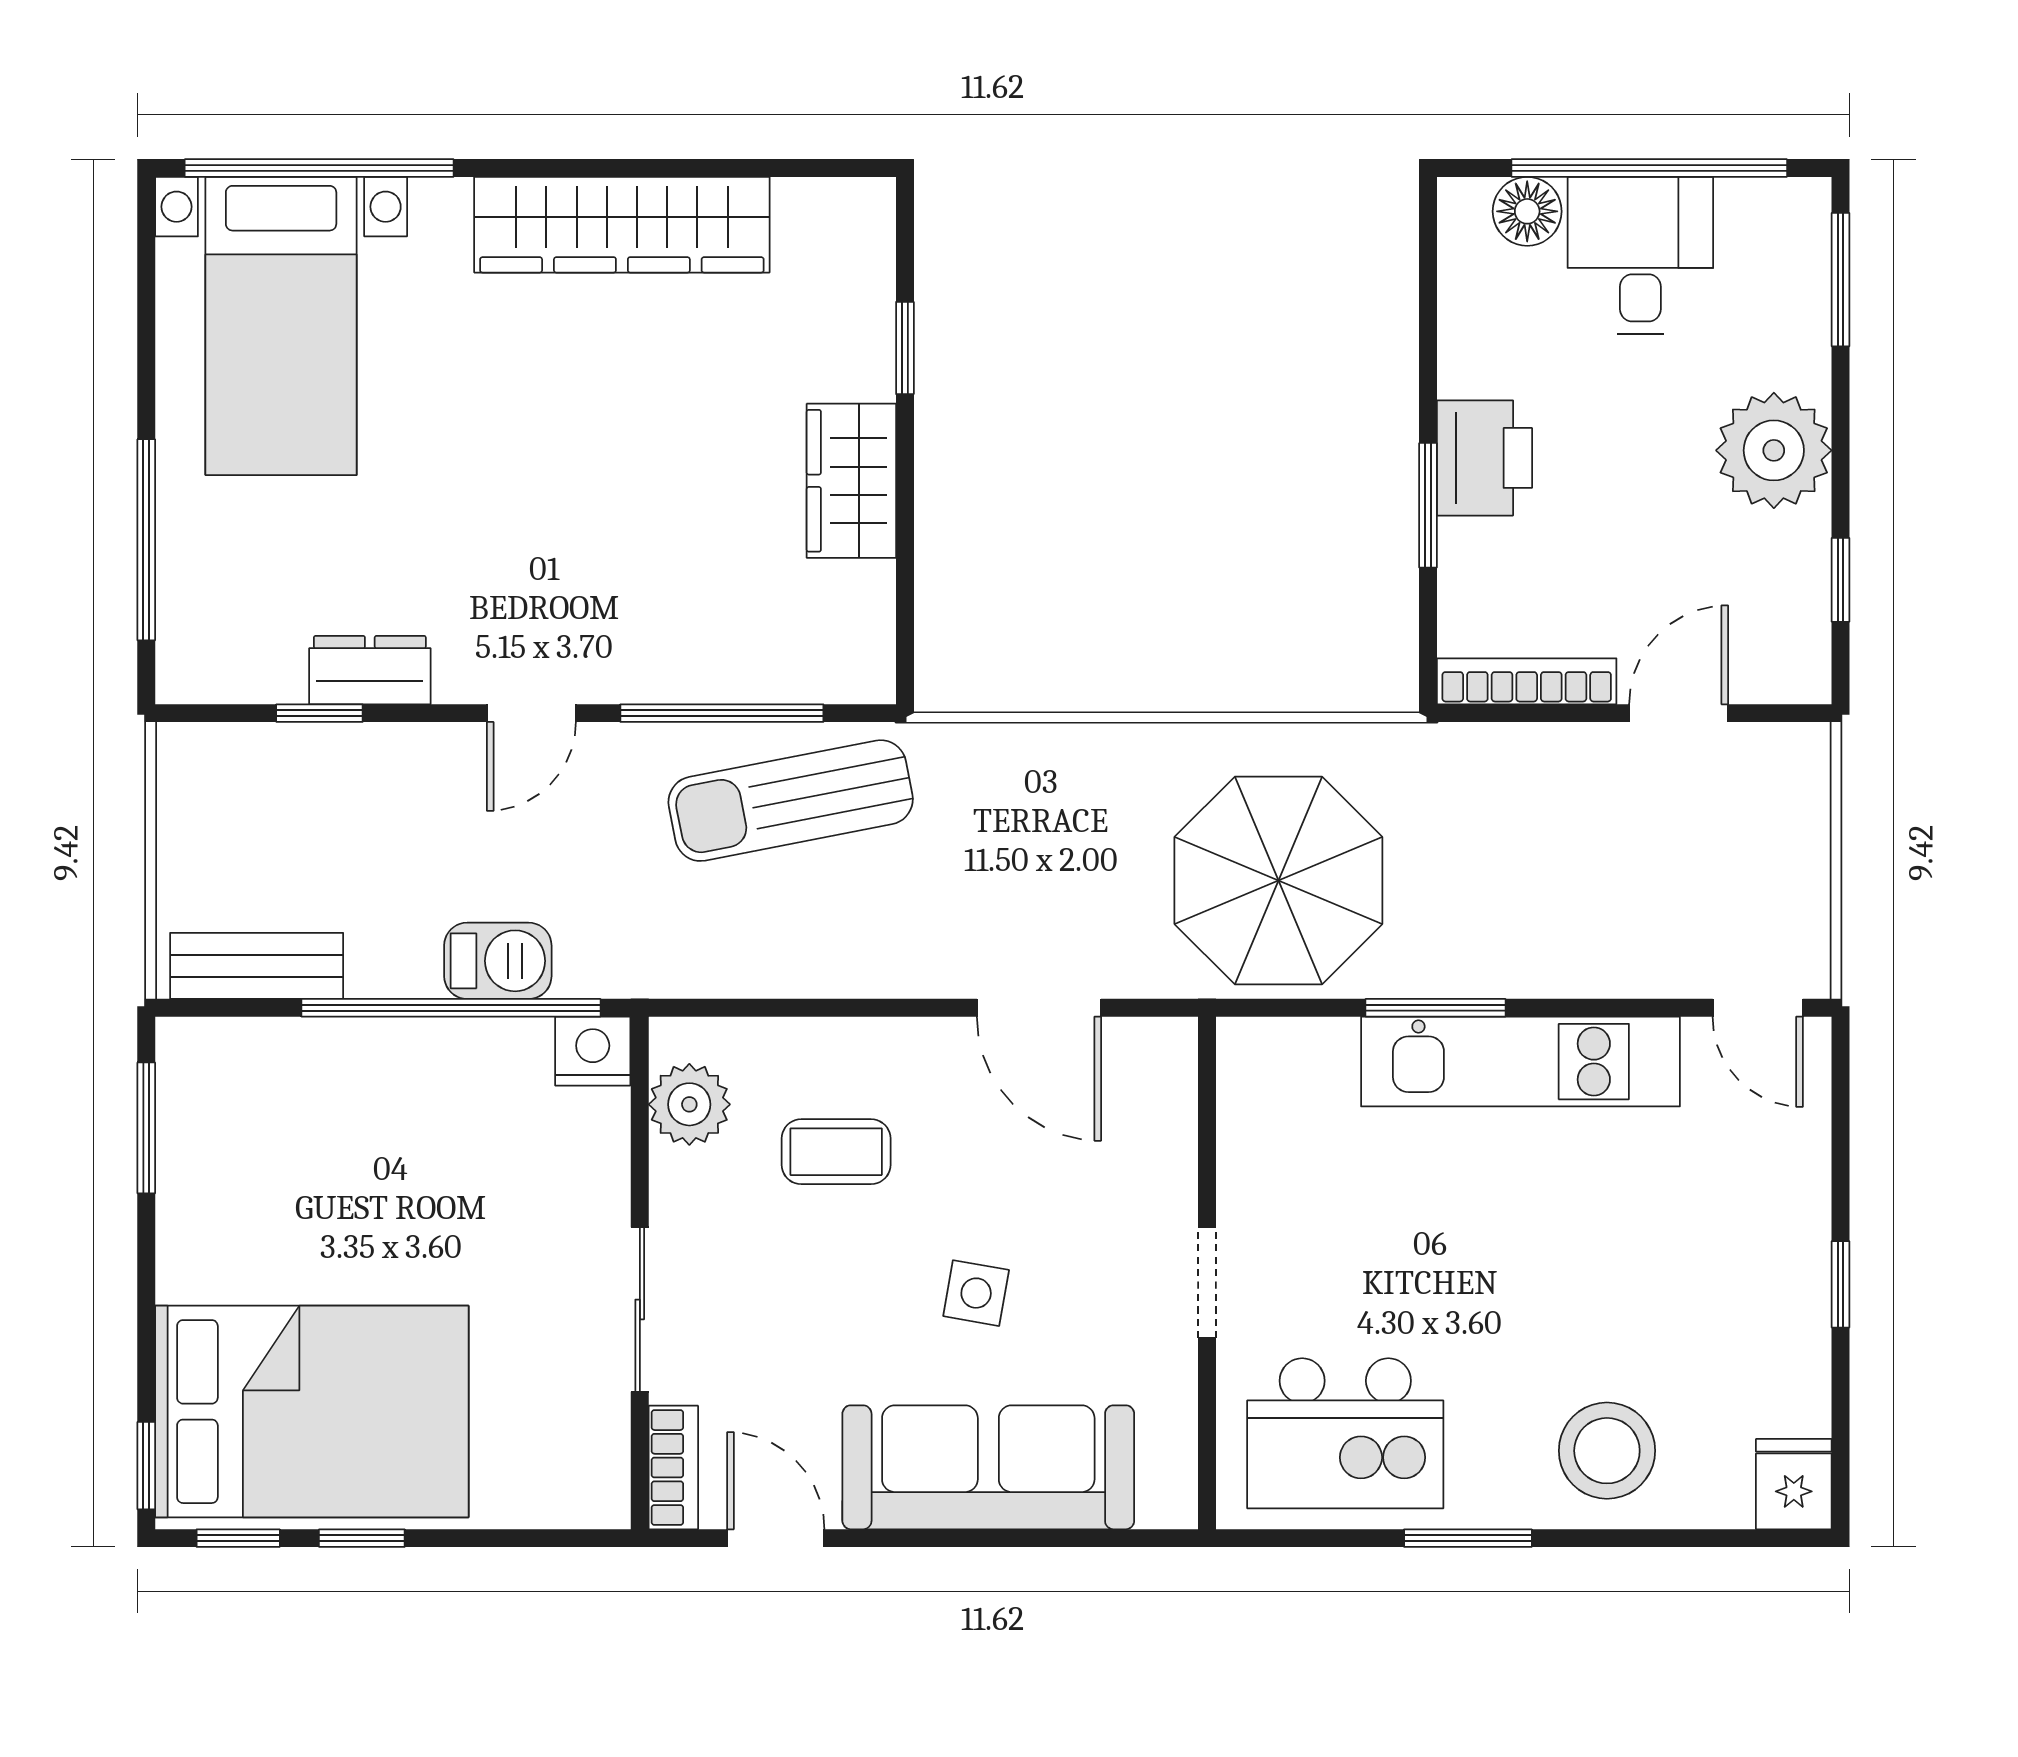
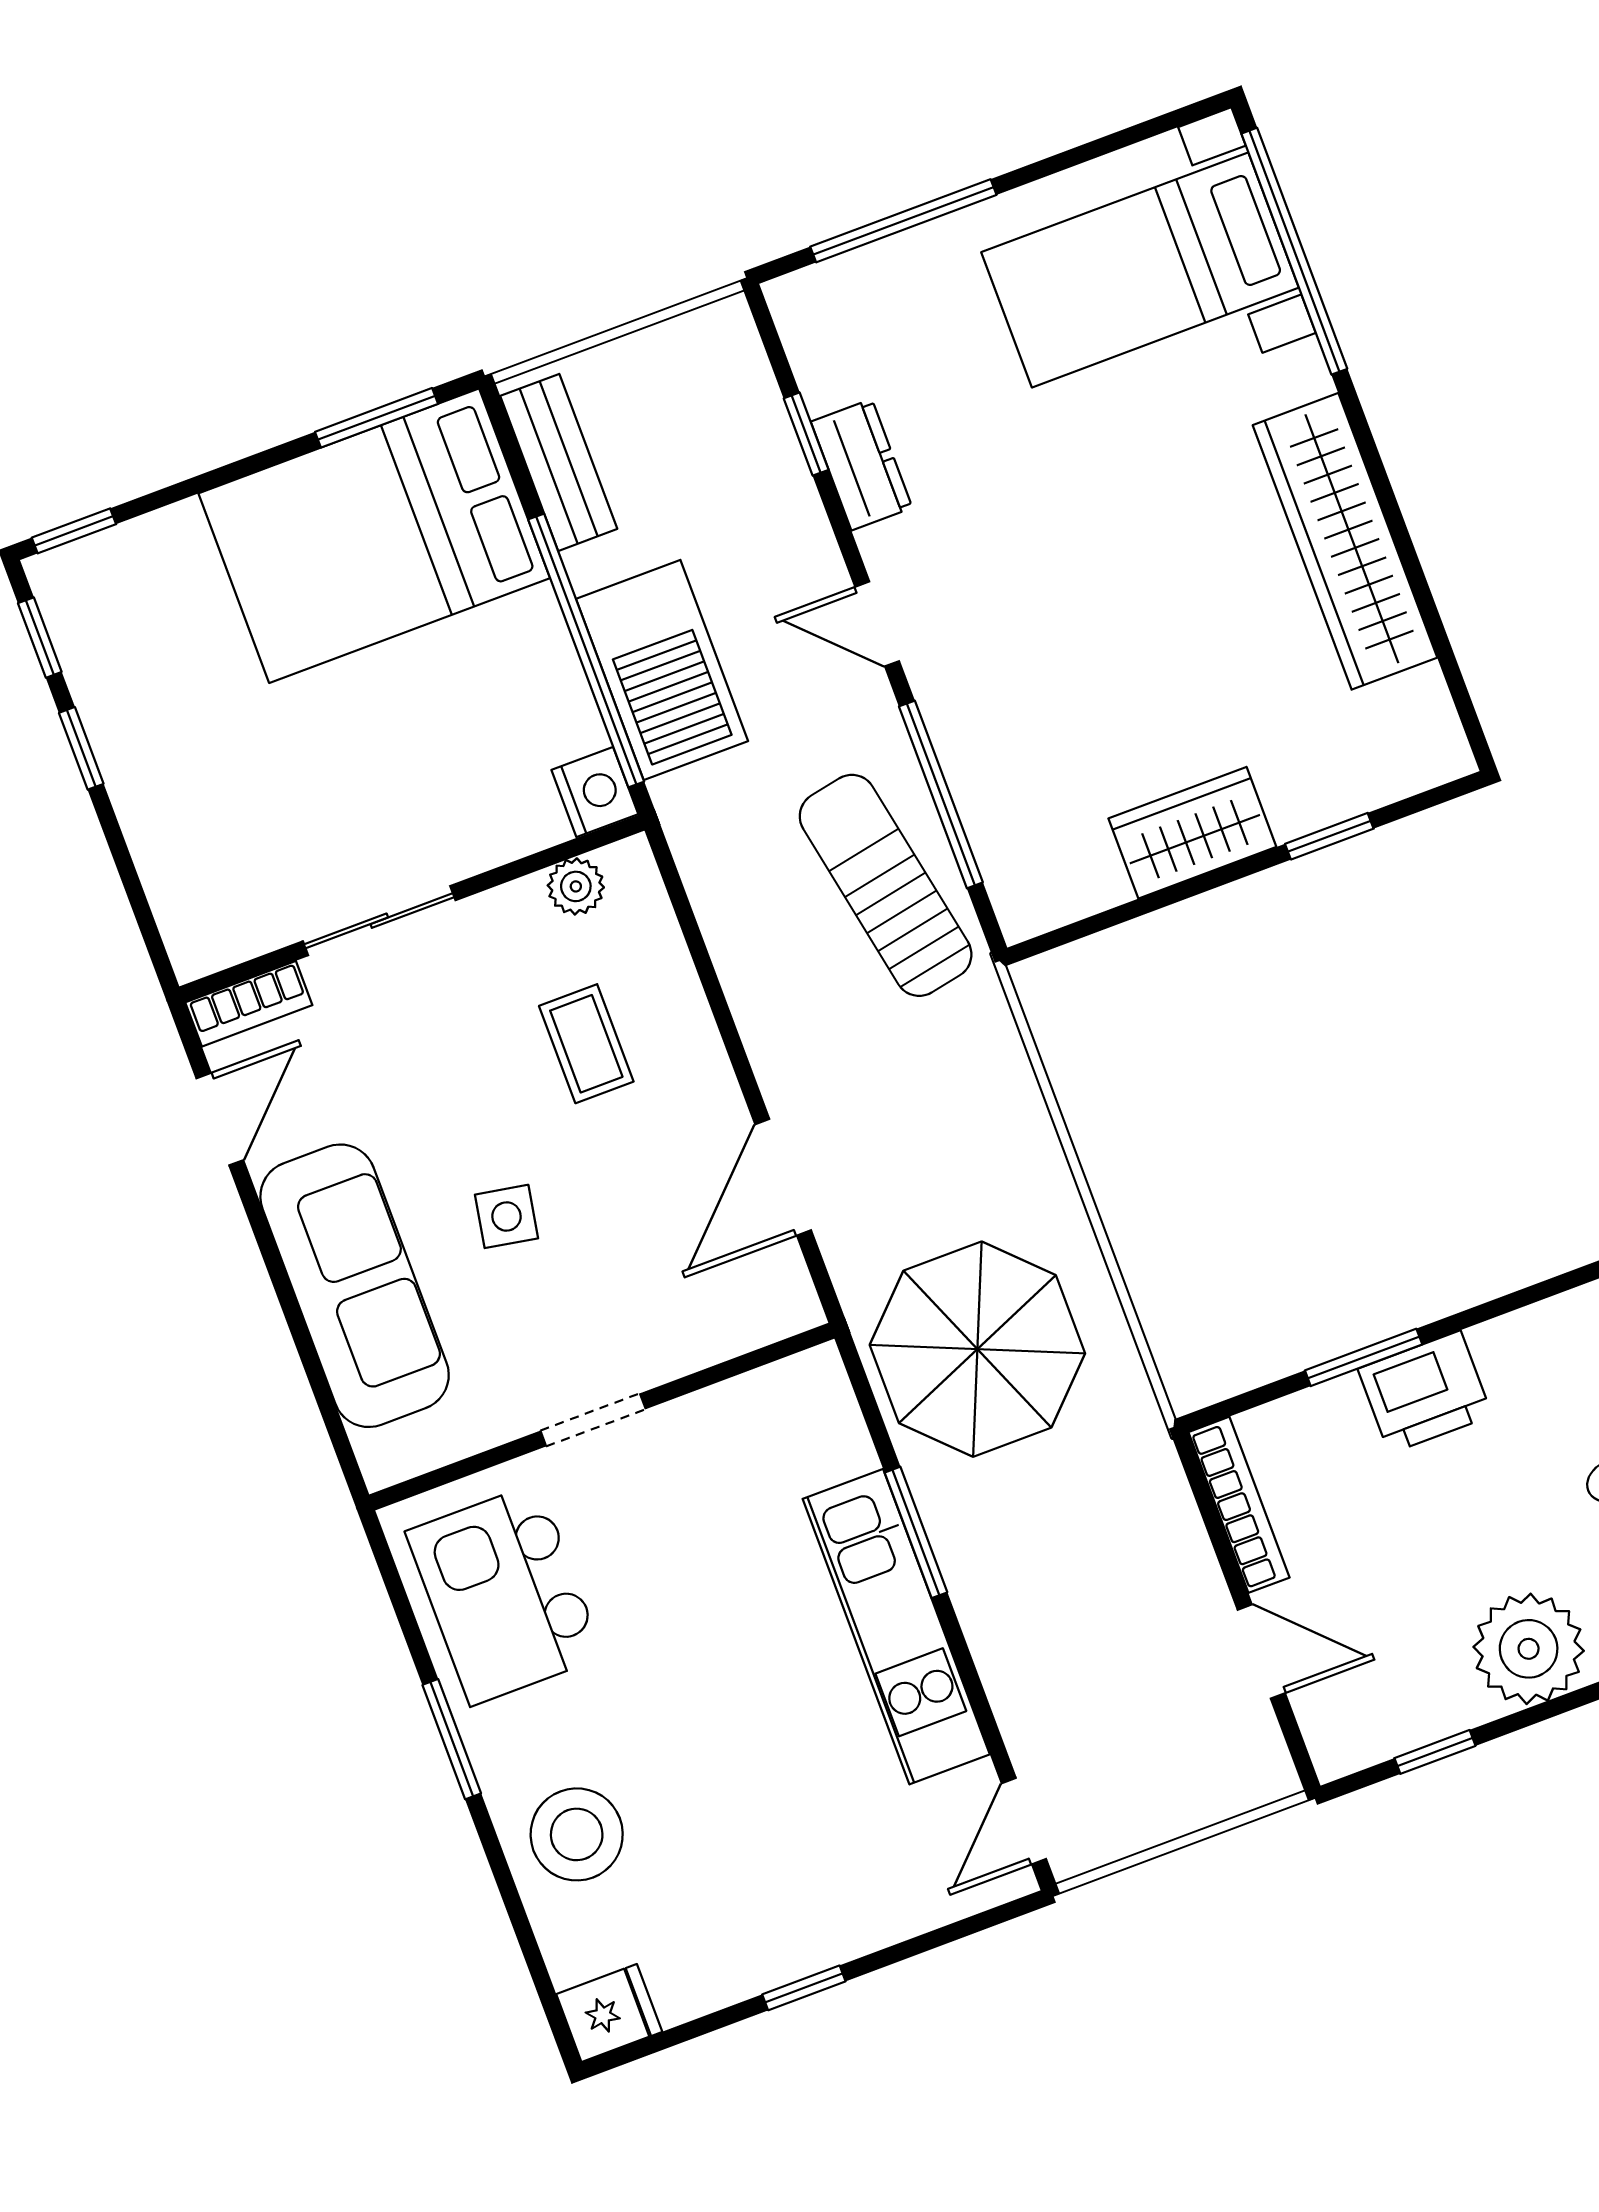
barbecue: (498, 961) -> (662, 670), width x1.88, depth x1.53
plant: (689, 1104) -> (576, 886), width x0.73, depth x0.73
bed: (312, 1412) -> (374, 536), moved, turned 90

